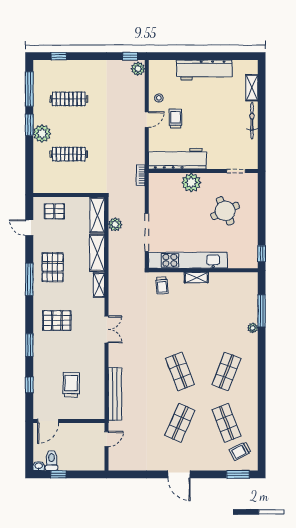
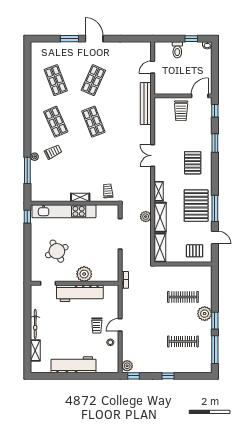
window: (59, 56) -> (168, 376), moved
workbench: (177, 159) -> (80, 293), moved
plant: (115, 225) -> (146, 217), moved
kitchen unit: (188, 260) -> (64, 211), moved
pallet: (53, 267) -> (196, 206), width x1.37, depth x1.41
window: (29, 279) -> (215, 208), moved
pallet: (57, 321) -> (193, 163), turned 90
shop shelf: (226, 371) -> (56, 122), turned -45
door: (48, 421) -> (200, 96), moved
wall: (69, 421) -> (183, 96), moved
trolley: (240, 451) -> (53, 152), moved
toilet: (52, 460) -> (177, 50), moved
window: (238, 474) -> (70, 39), moved

